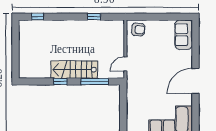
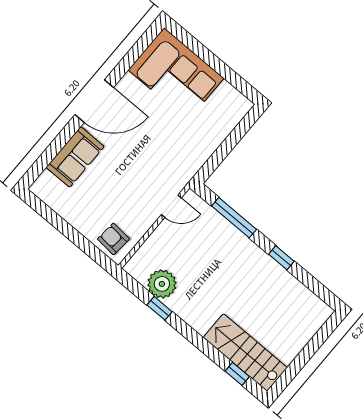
plant: (102, 28) -> (162, 284), added
sofa: (184, 35) -> (75, 157), moved
stairs: (74, 70) -> (245, 353), moved, turned 180

